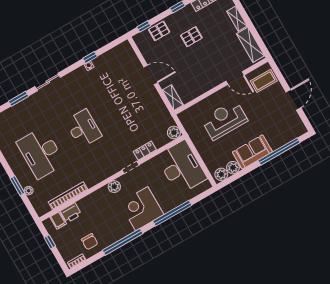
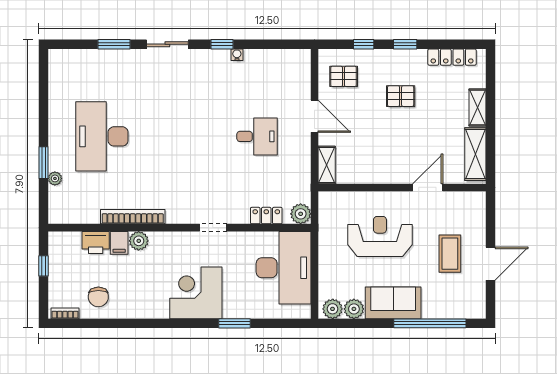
window: (144, 26) -> (364, 44), moved
pallet: (159, 31) -> (344, 76), moved
window: (90, 57) -> (222, 44), moved
door: (235, 78) -> (428, 187), swing flipped
coffee table: (264, 81) -> (450, 254), moved, turned 90
desk: (83, 128) -> (257, 136), moved, width x0.73
locker: (145, 151) -> (266, 216), moved
plant: (114, 187) -> (139, 241), moved
bookcase: (68, 196) -> (133, 217), moved
window: (172, 213) -> (234, 323), width x0.47
filing cabinet: (58, 220) -> (119, 243), moved
window: (123, 242) -> (143, 323), removed

